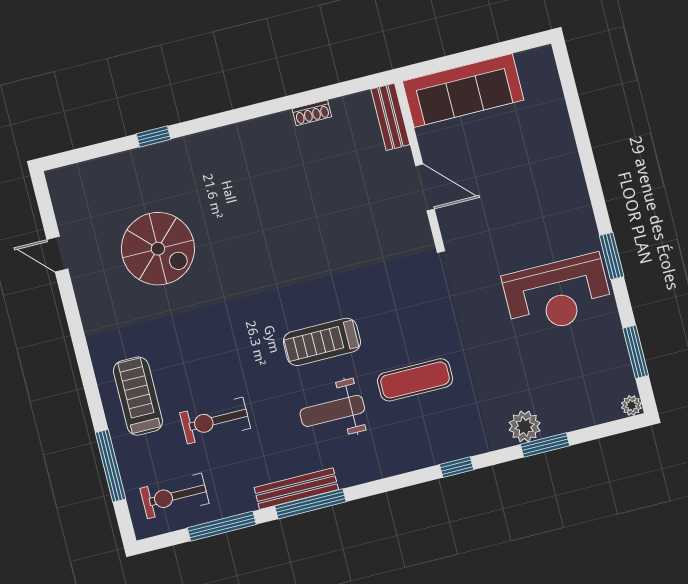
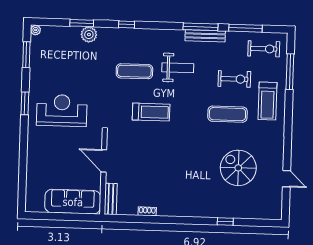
reception desk: (557, 294) -> (62, 110), moved
treadmill: (322, 342) -> (151, 112), moved
exercise mat: (209, 348) -> (227, 114), added

